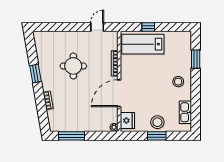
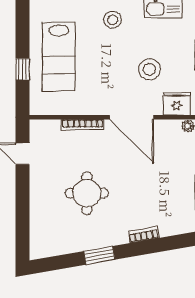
lab bench: (143, 44) -> (59, 57), moved
stool: (157, 122) -> (149, 69), moved

